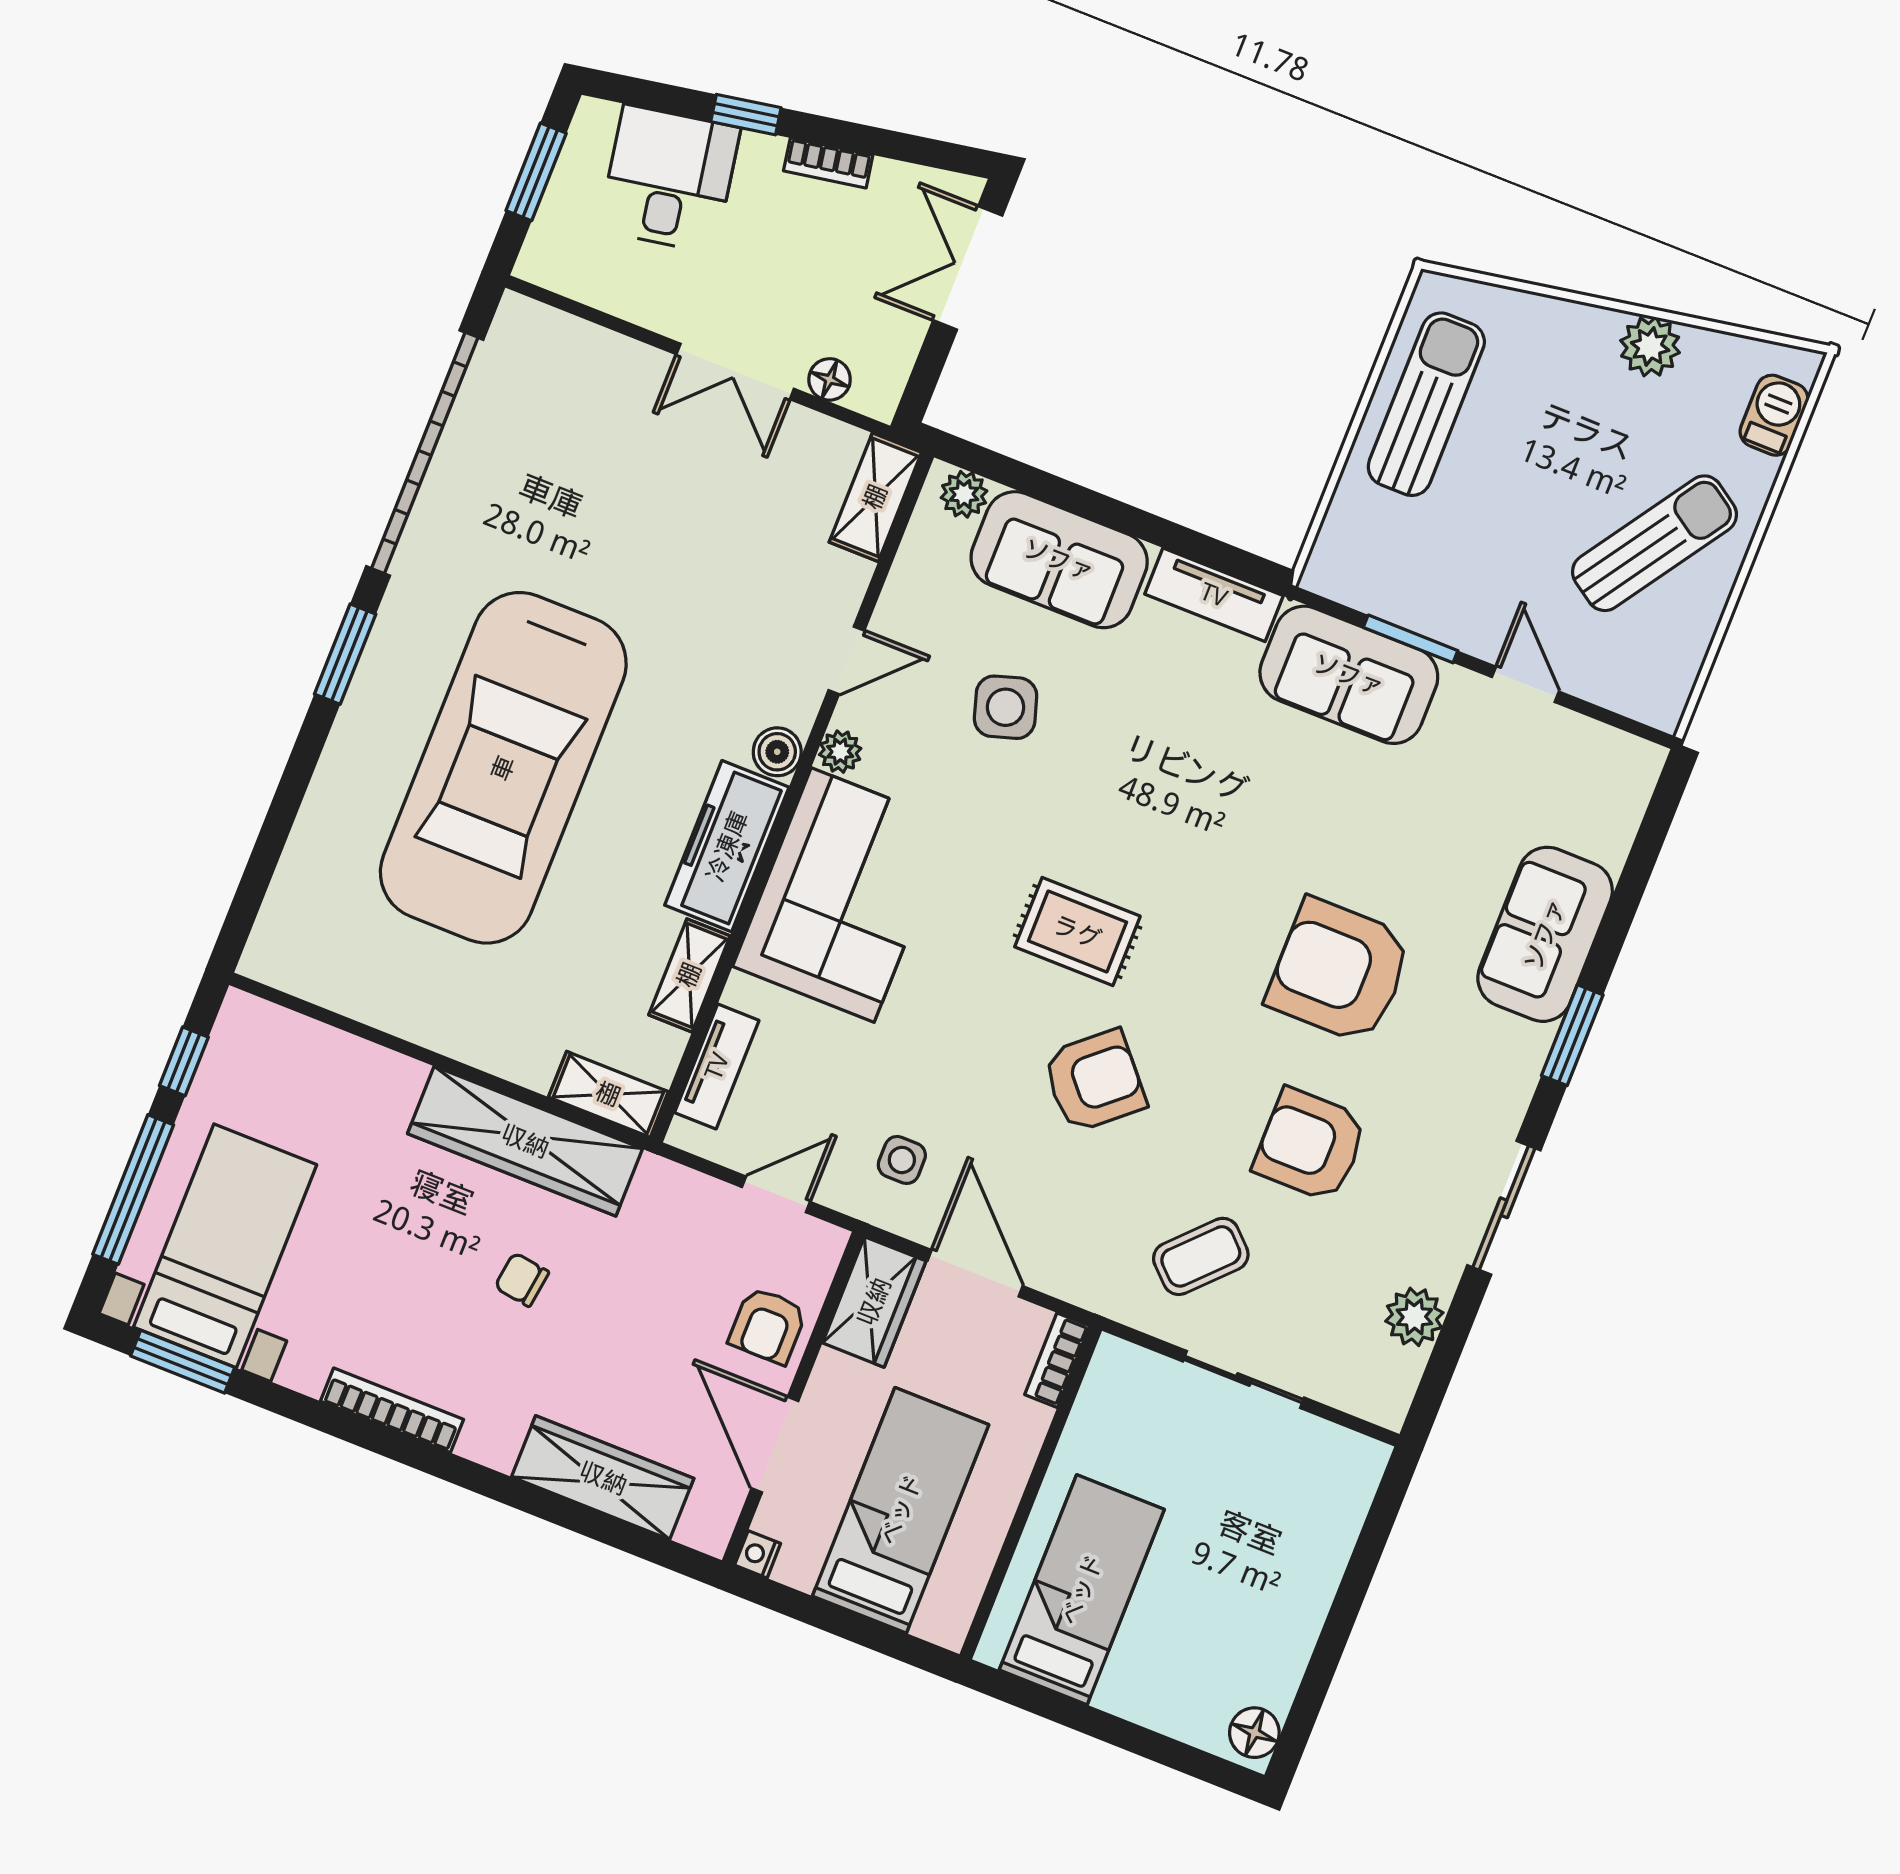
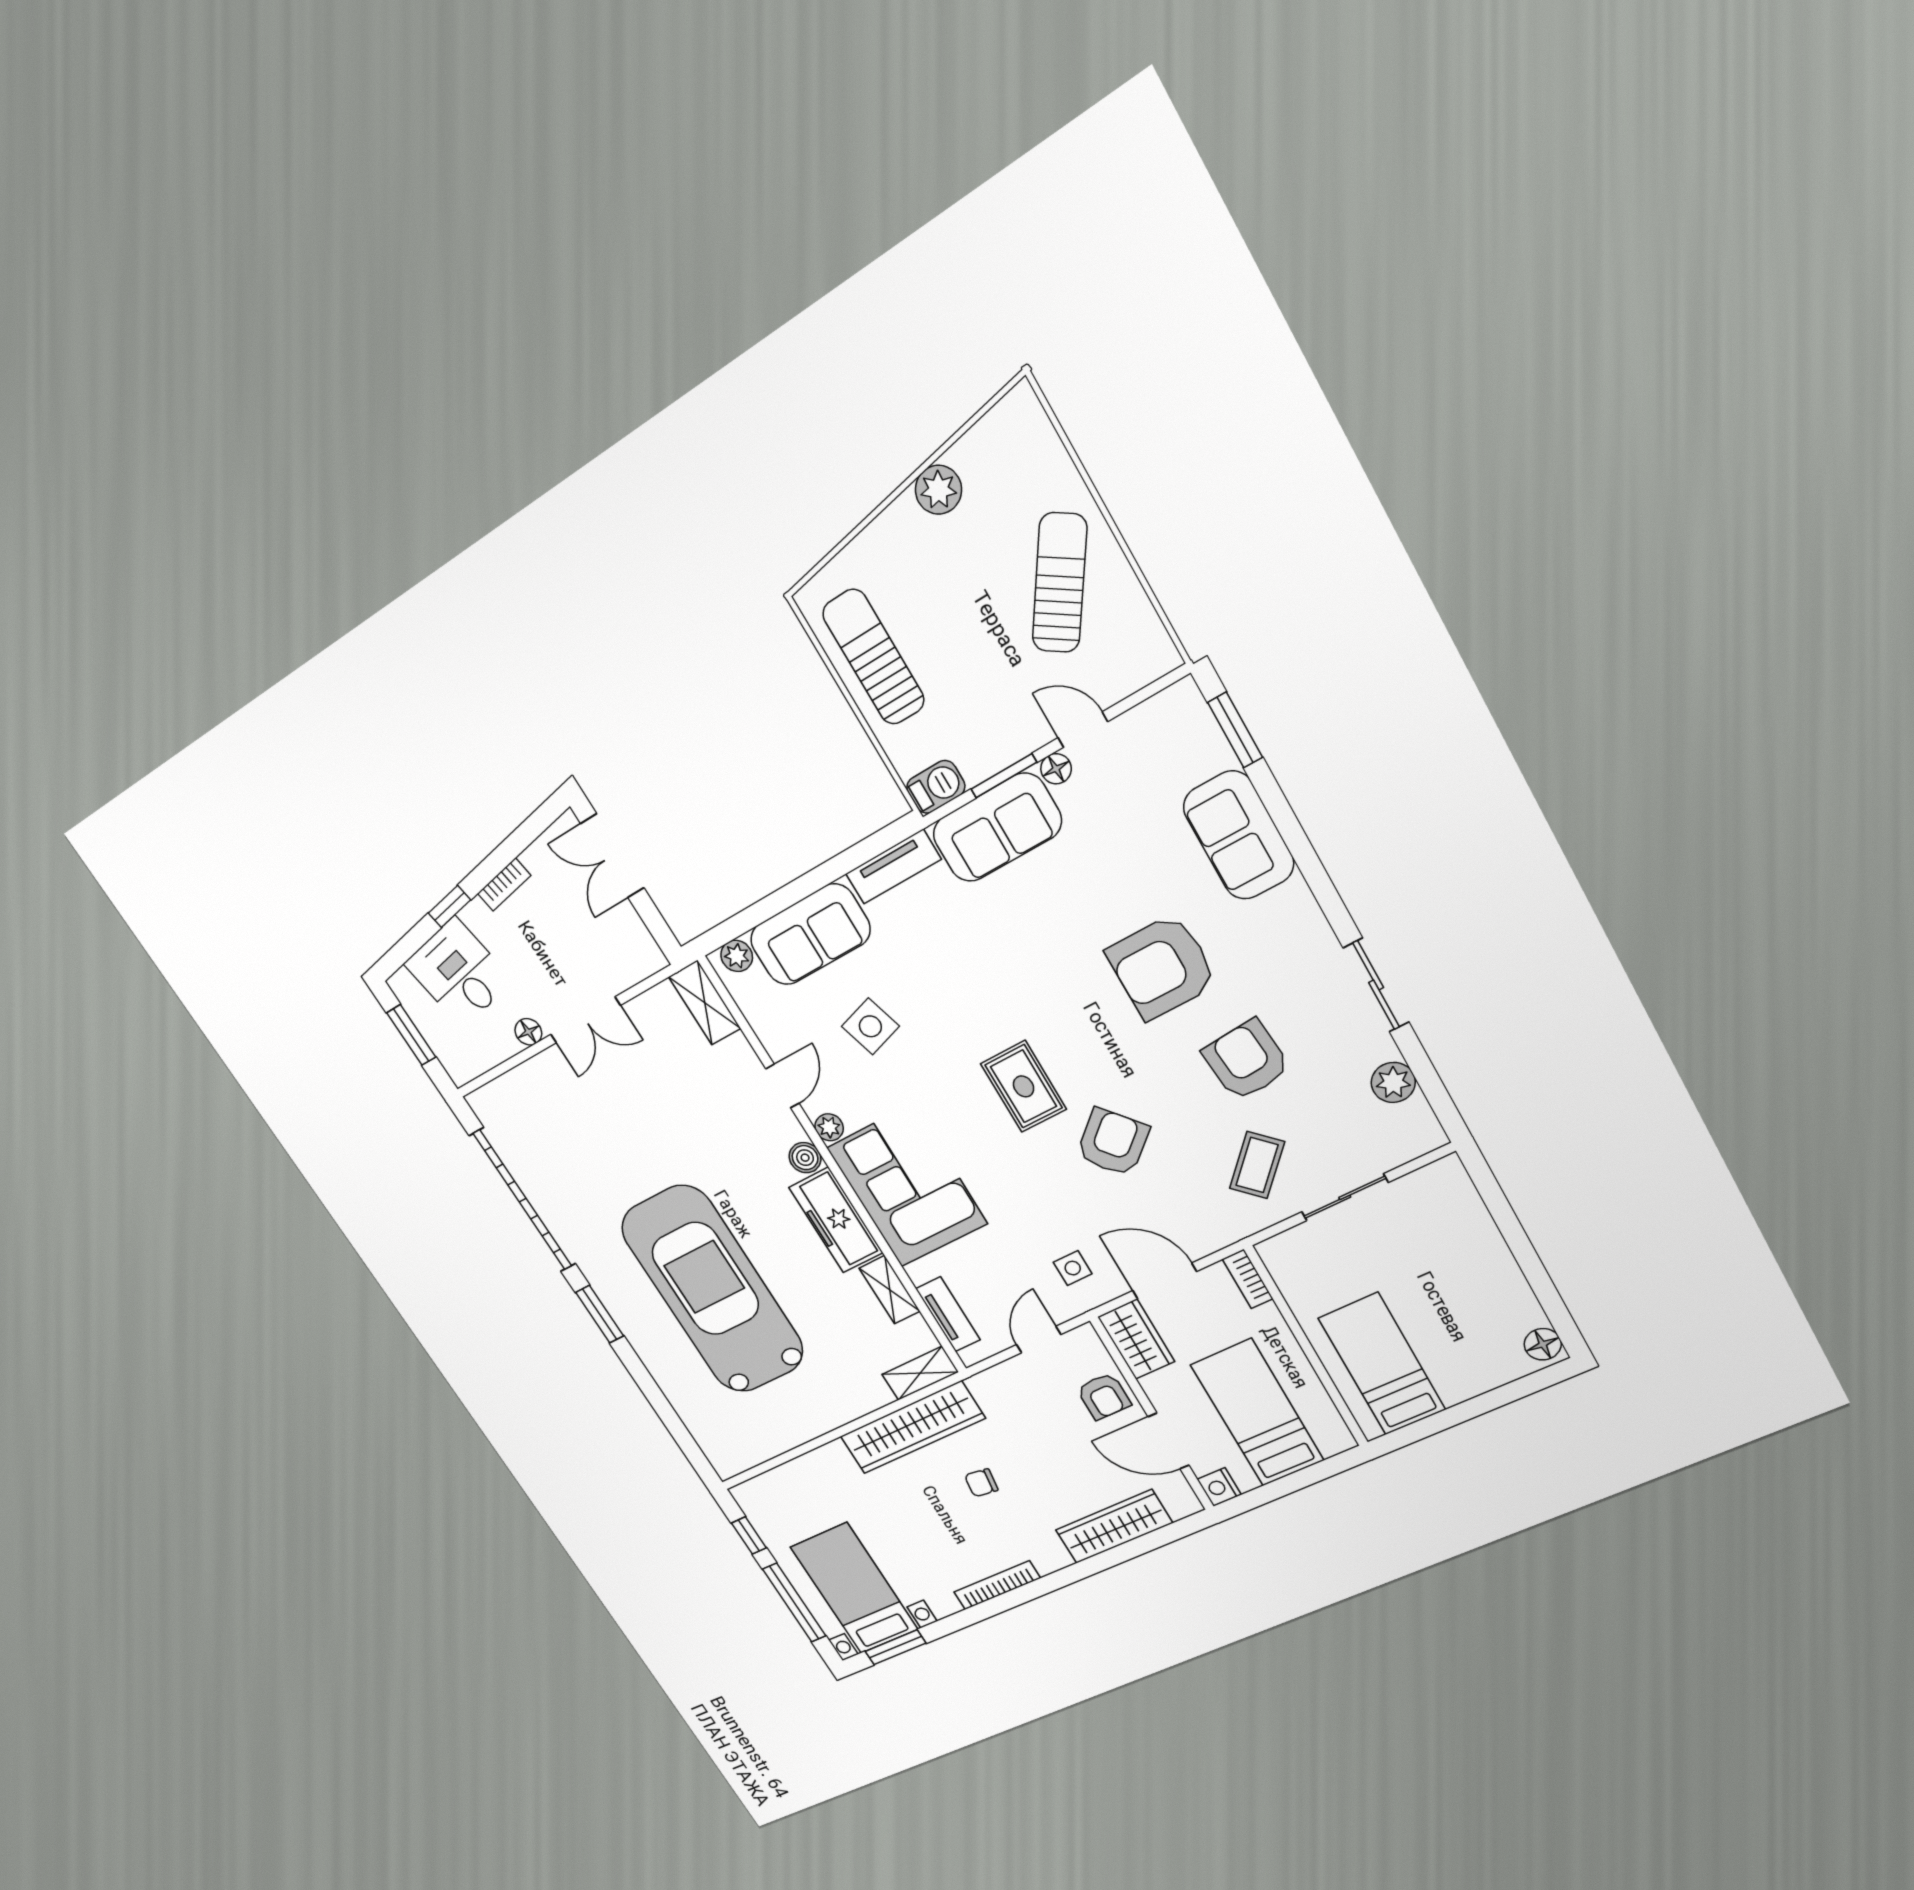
floor lamp: (830, 379) -> (528, 1032), moved
barbecue: (1774, 415) -> (936, 787), moved, turned 90
floor lamp: (1462, 688) -> (1056, 769), added
car: (503, 768) -> (713, 1290), turned 180
rug: (1077, 932) -> (1024, 1086), turned 90
window: (1572, 1035) -> (1235, 730), moved
armchair: (1310, 1145) -> (1246, 1060), turned 85
nightstand: (758, 1554) -> (1219, 1487), width x1.39, depth x1.35

